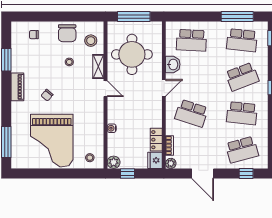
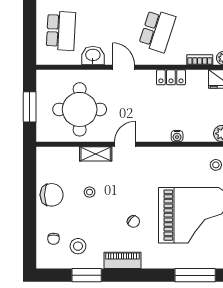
window: (134, 17) -> (30, 107), width x0.69
stool: (91, 41) -> (78, 246), moved
locker: (156, 140) -> (171, 77), moved

